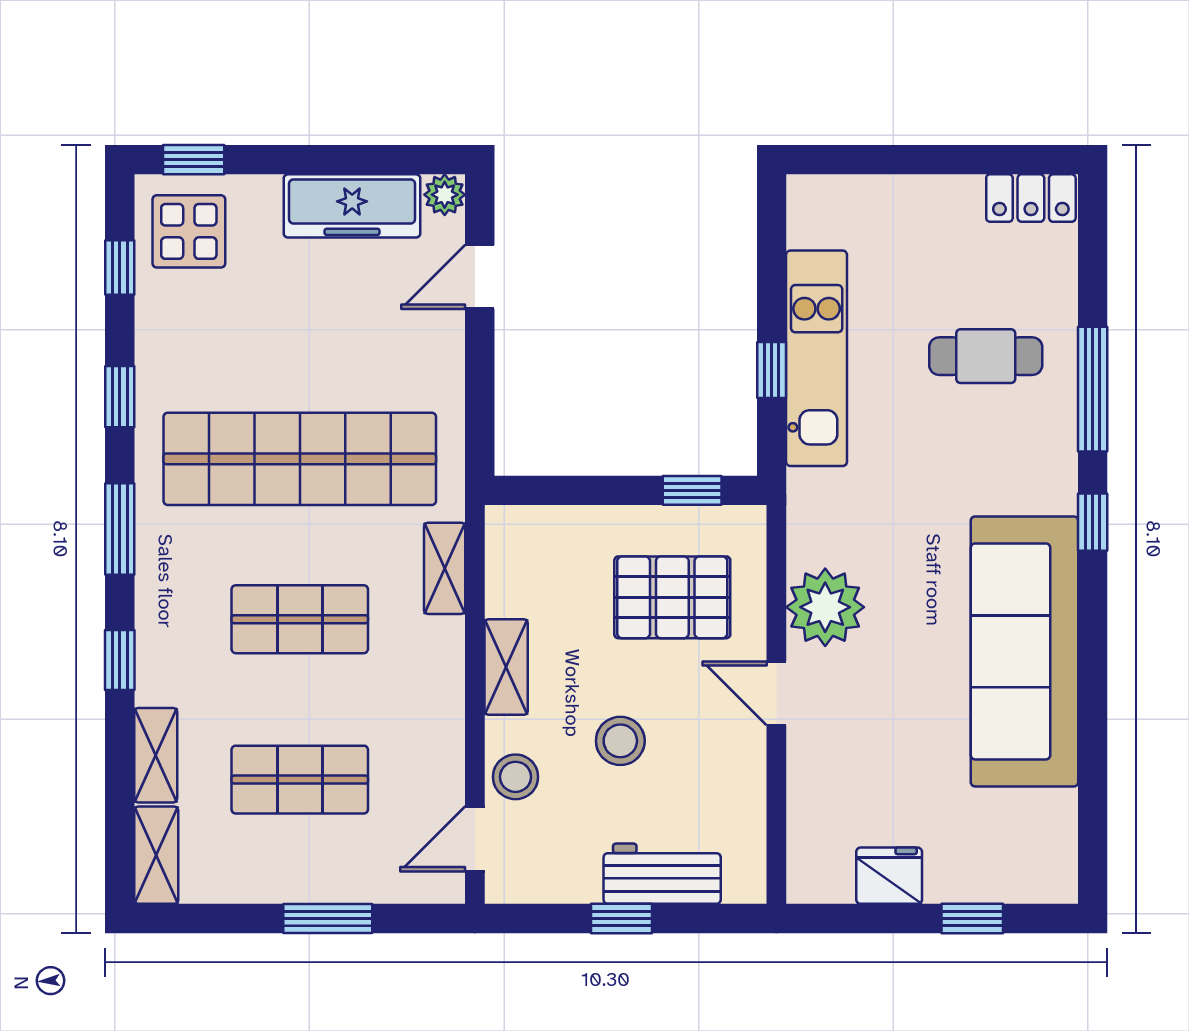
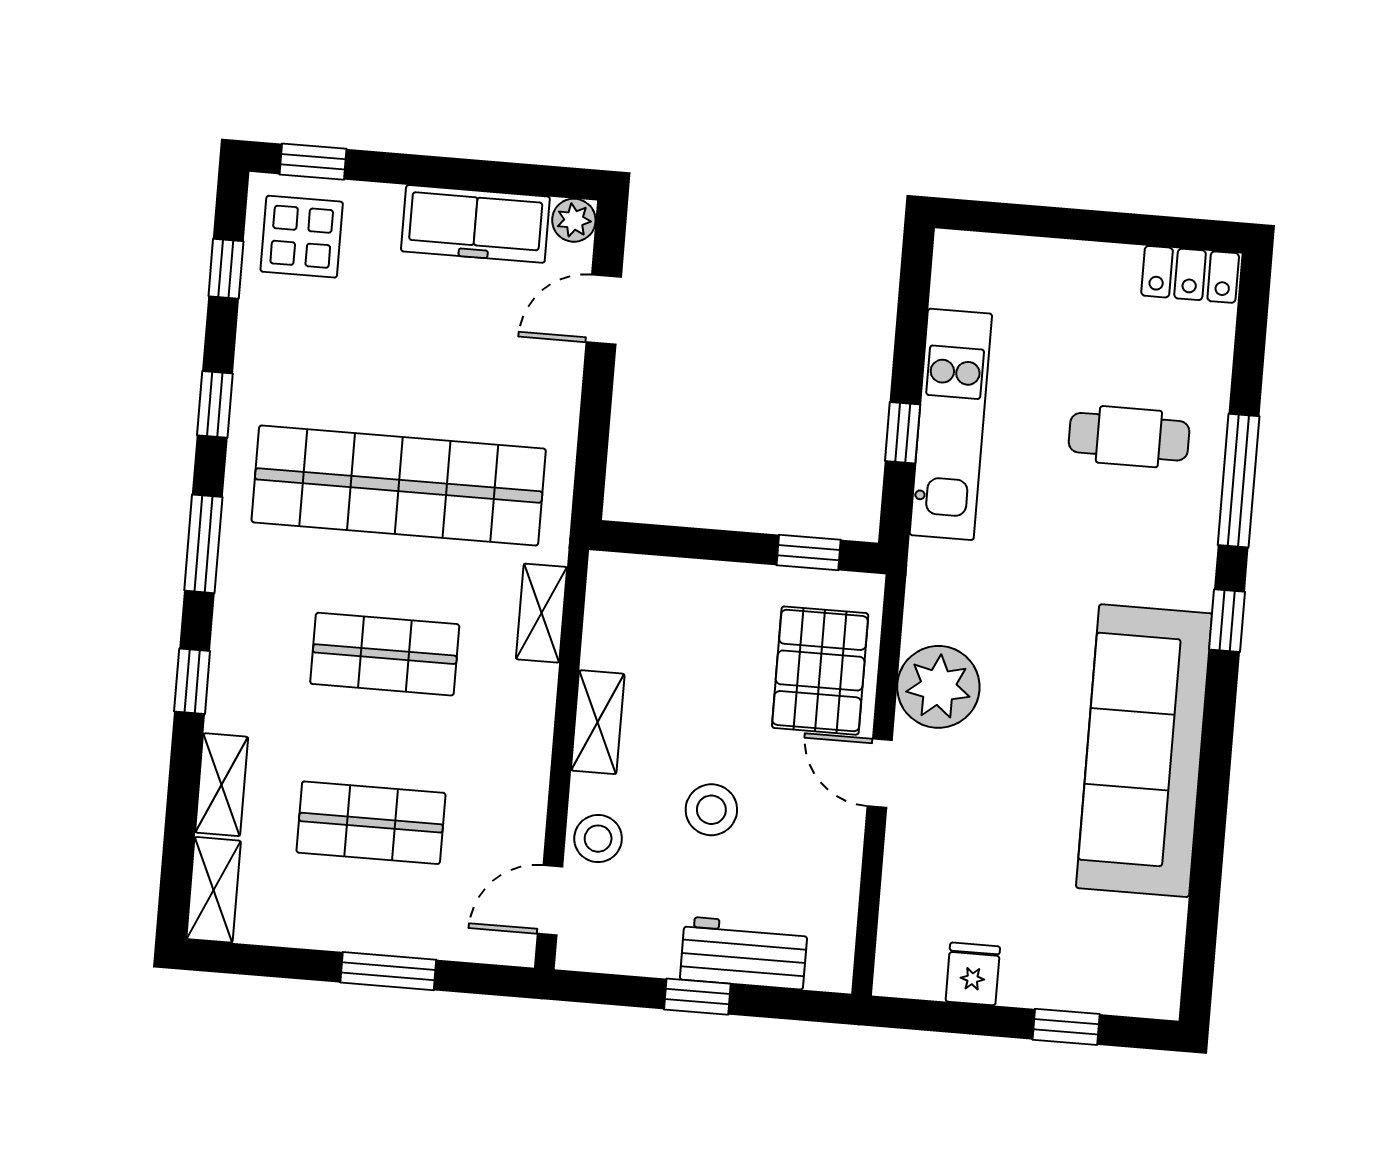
pallet: (672, 597) -> (820, 671), moved, turned 90
fridge: (889, 876) -> (973, 974), width x0.72

